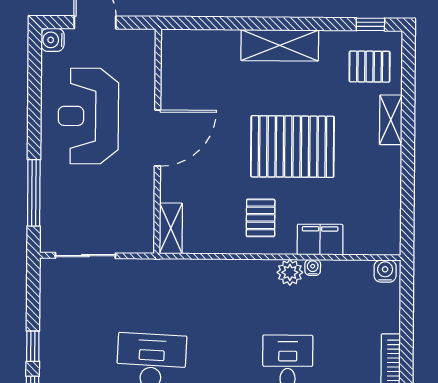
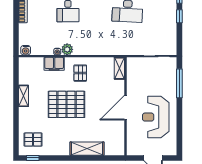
water cooler: (53, 40) -> (172, 150), removed
shelving: (280, 45) -> (87, 149), moved
reception desk: (88, 116) -> (156, 117), turned 180
shelving: (391, 120) -> (24, 96), moved

